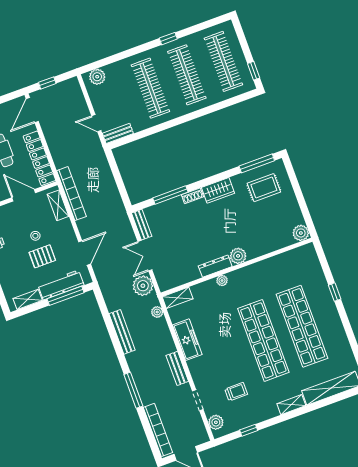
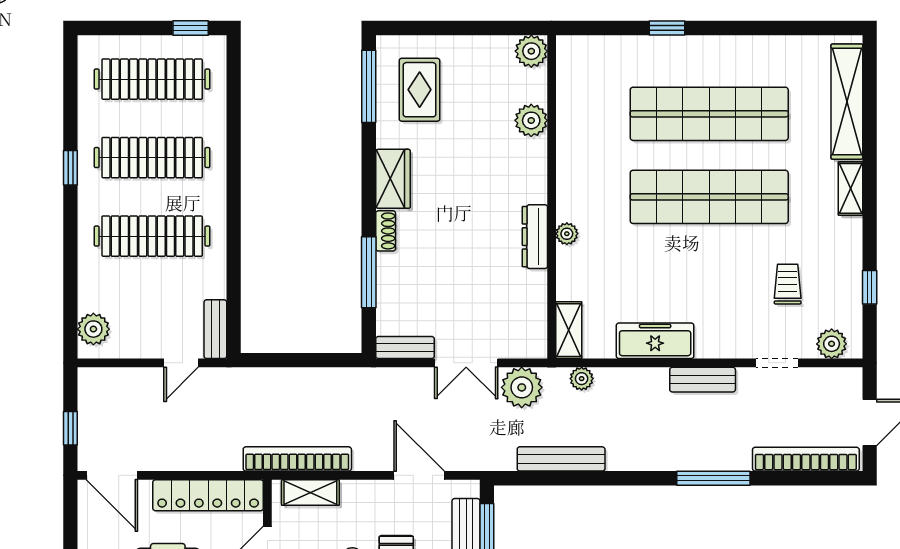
plant: (238, 256) -> (531, 120), moved
bench: (122, 332) -> (561, 459), moved

